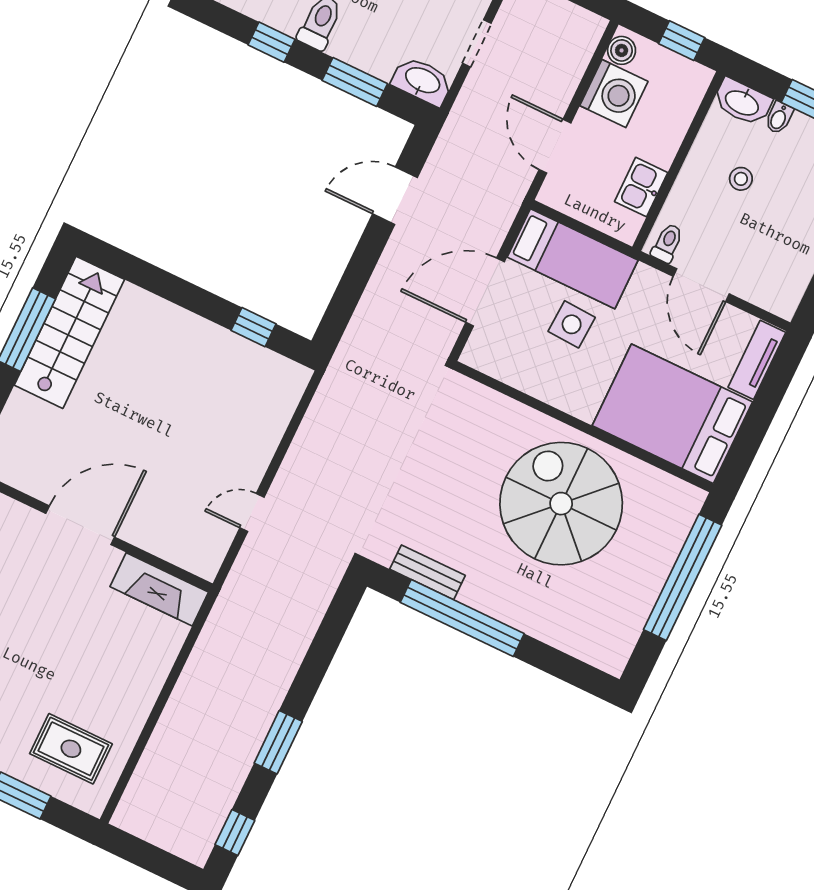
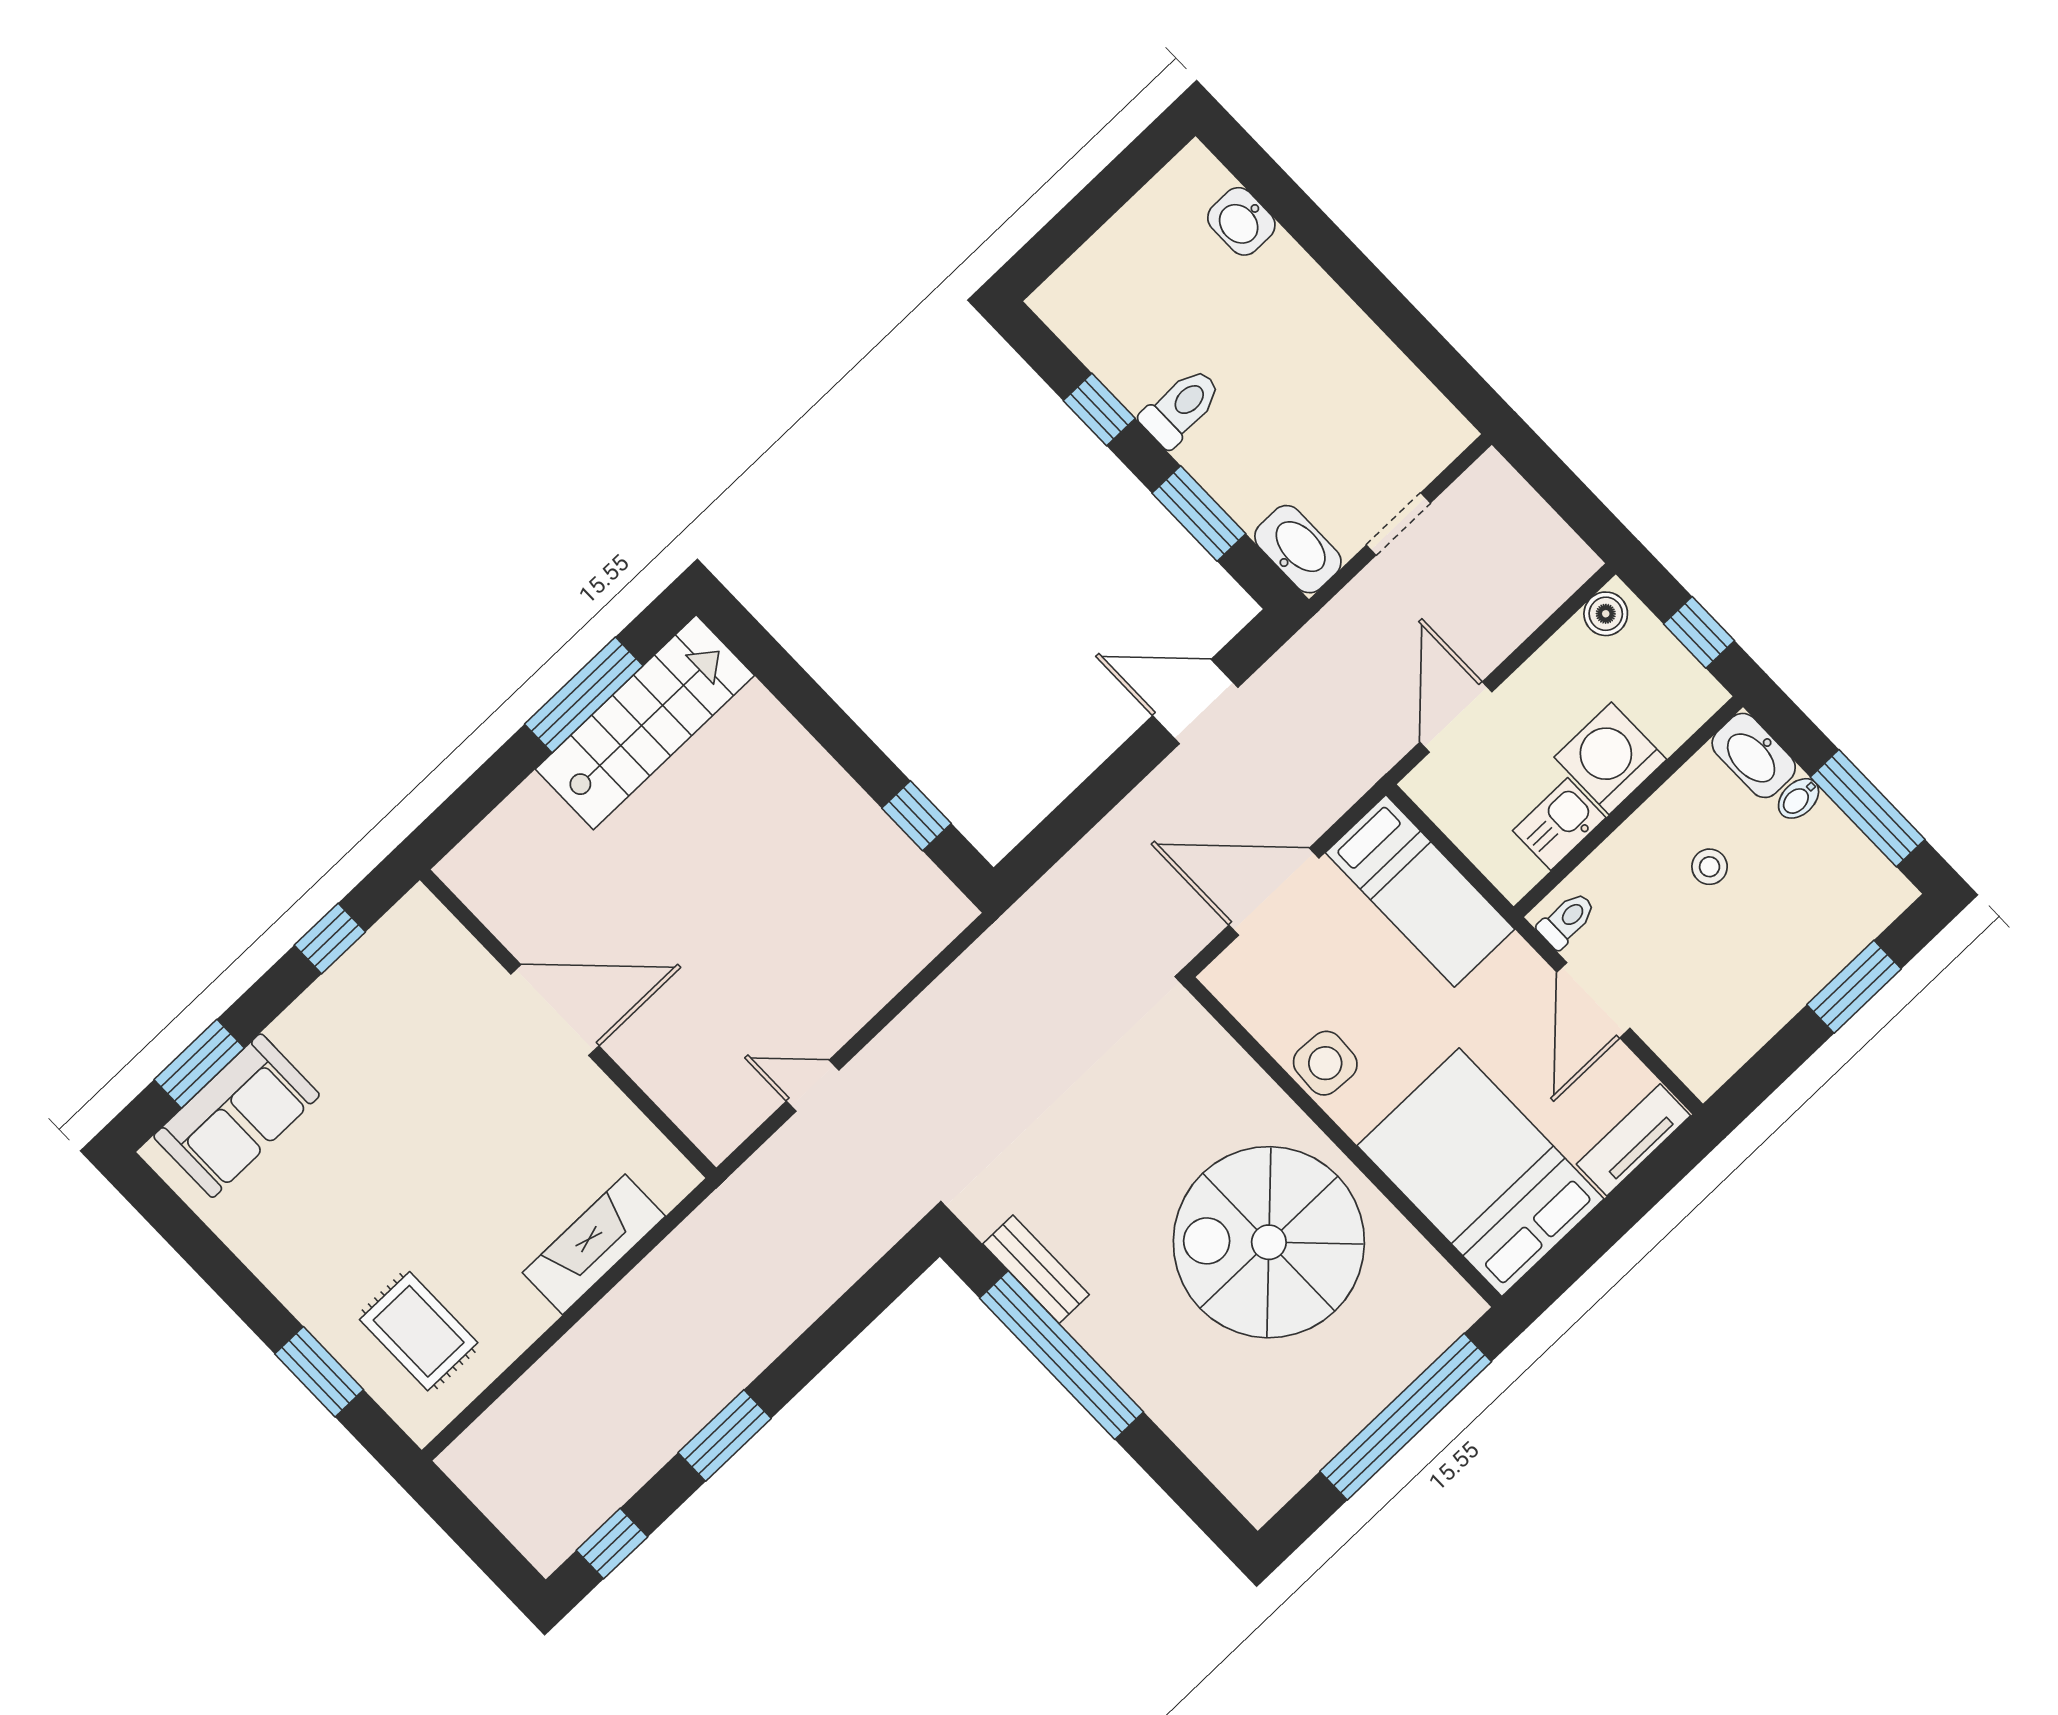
washing machine: (614, 93) -> (1610, 758), moved, turned 180
side table: (572, 324) -> (1325, 1063), moved
spiral stairs: (561, 504) -> (1269, 1242), turned -90
fireplace: (159, 589) -> (594, 1244), moved, turned 90

